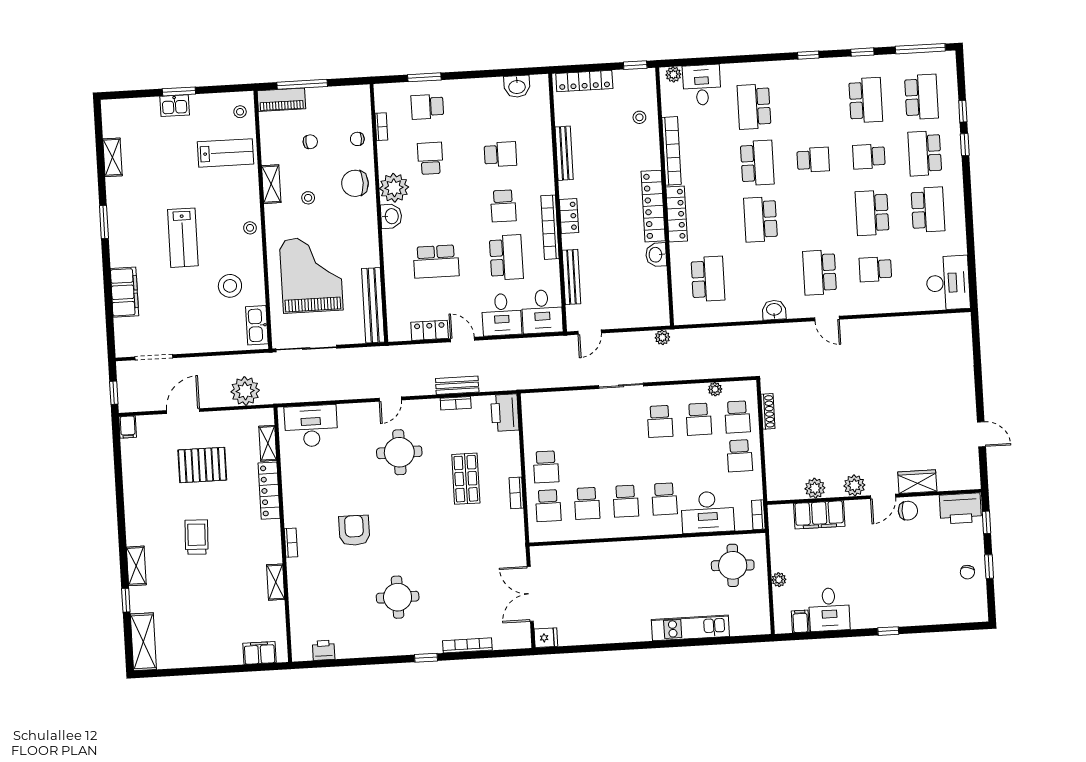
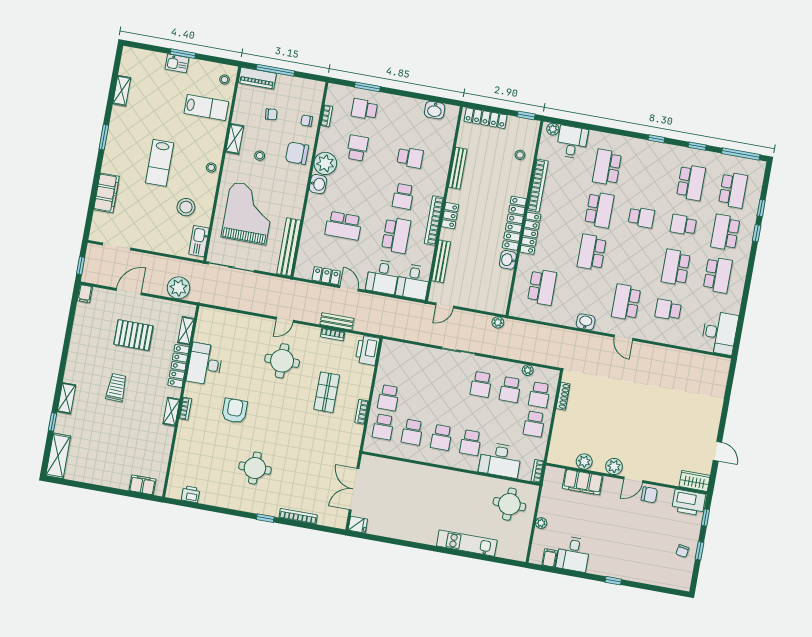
desk: (311, 426) -> (205, 364), moved, turned -90
wardrobe: (917, 482) -> (695, 481), moved
shelving: (276, 582) -> (171, 412), moved

